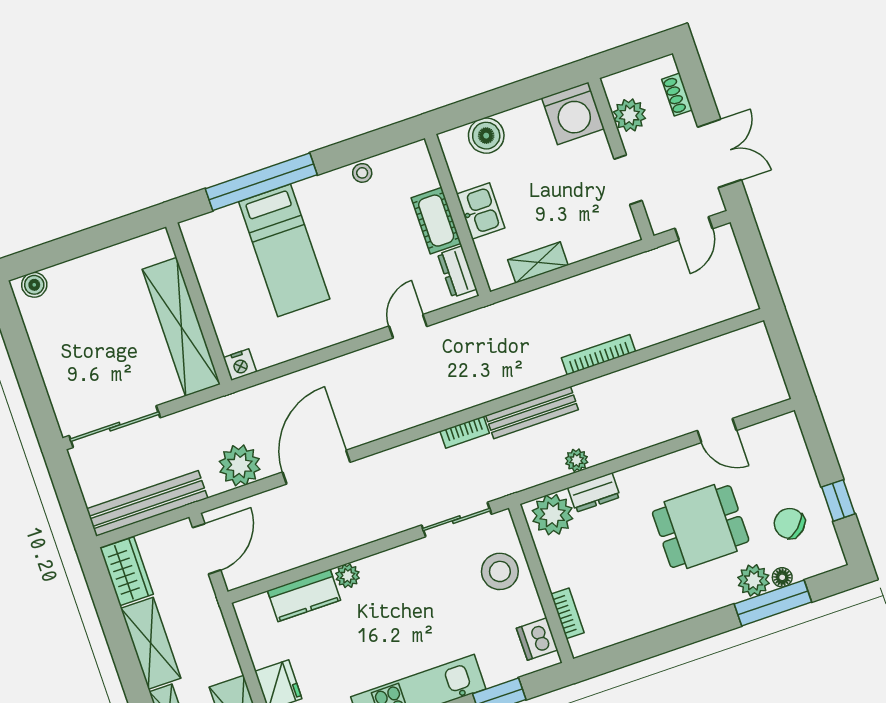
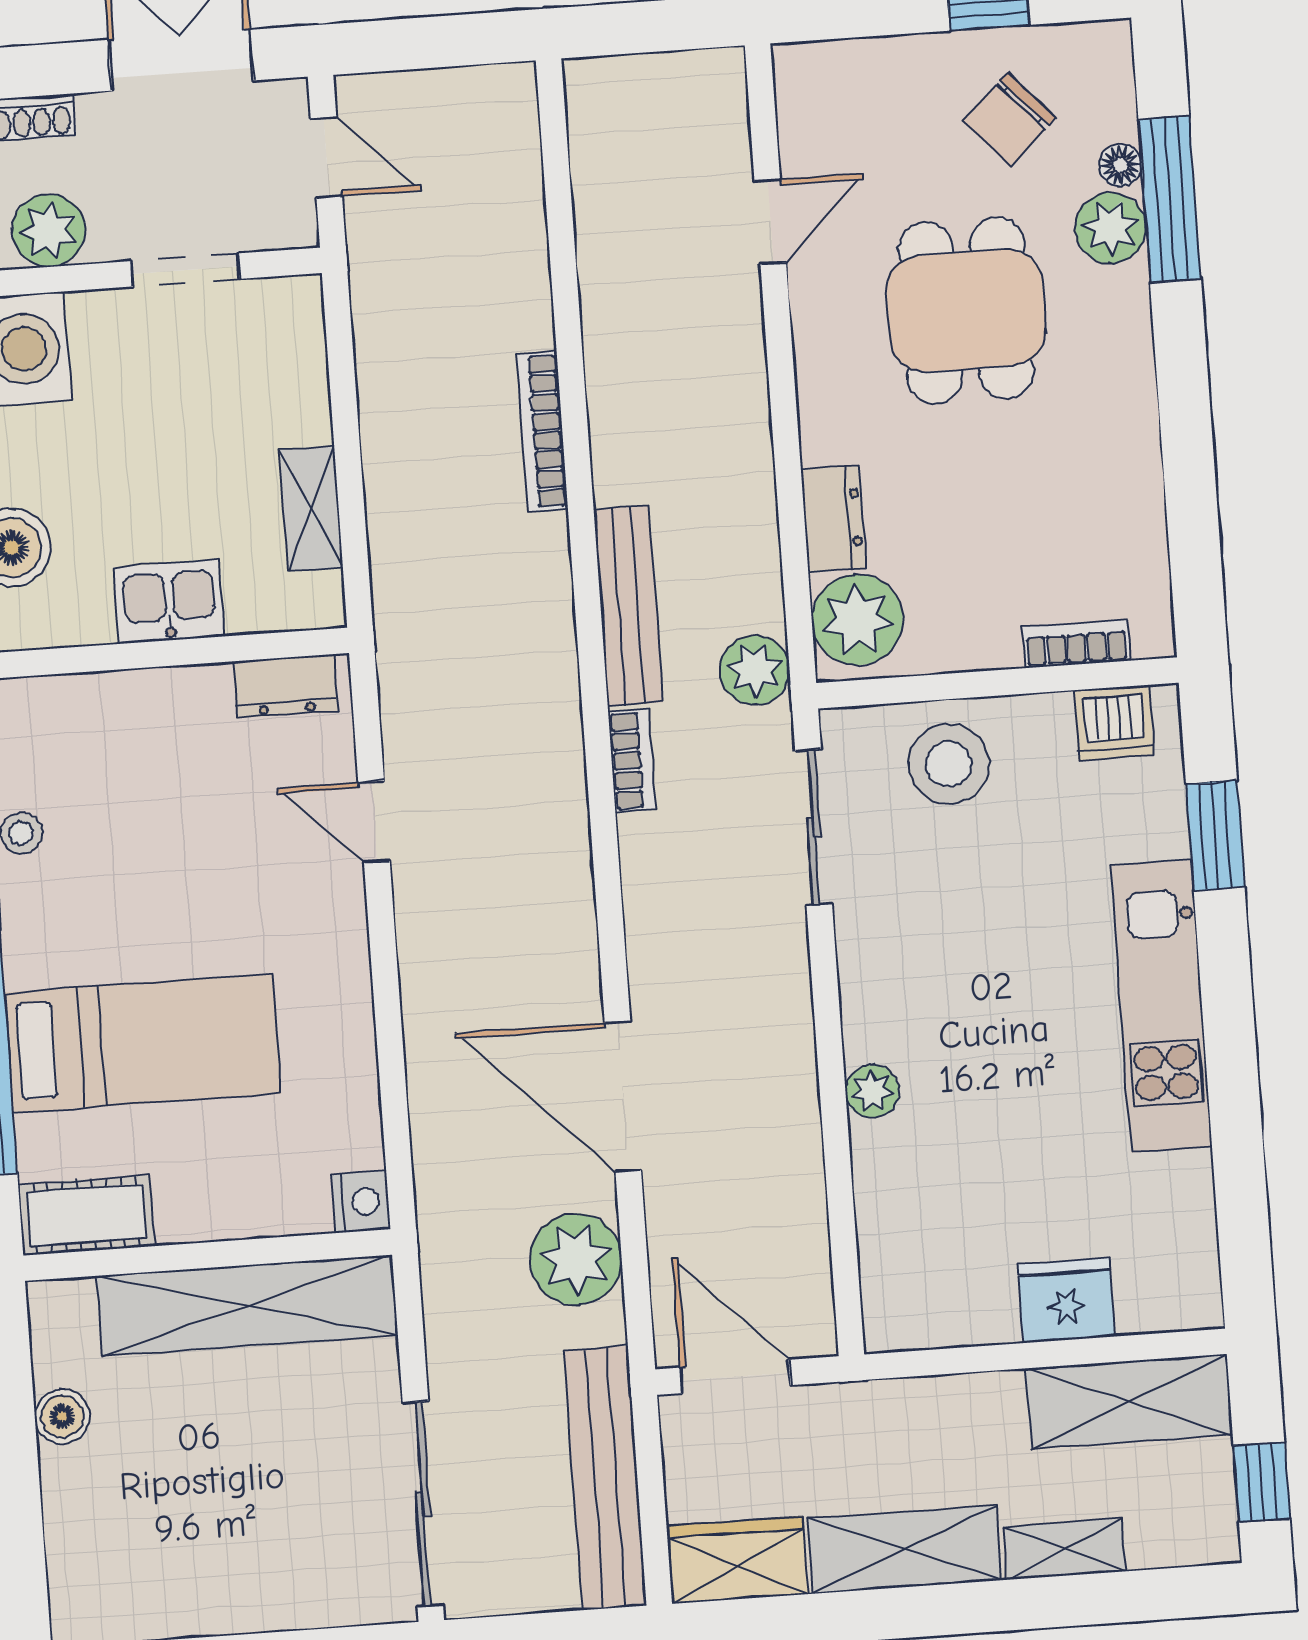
cot: (436, 221) -> (86, 1215), moved
boiler: (34, 285) -> (62, 1416), moved
plant: (577, 460) -> (755, 670), moved, width x1.38, depth x1.38
kitchen counter: (304, 595) -> (889, 1195), removed

